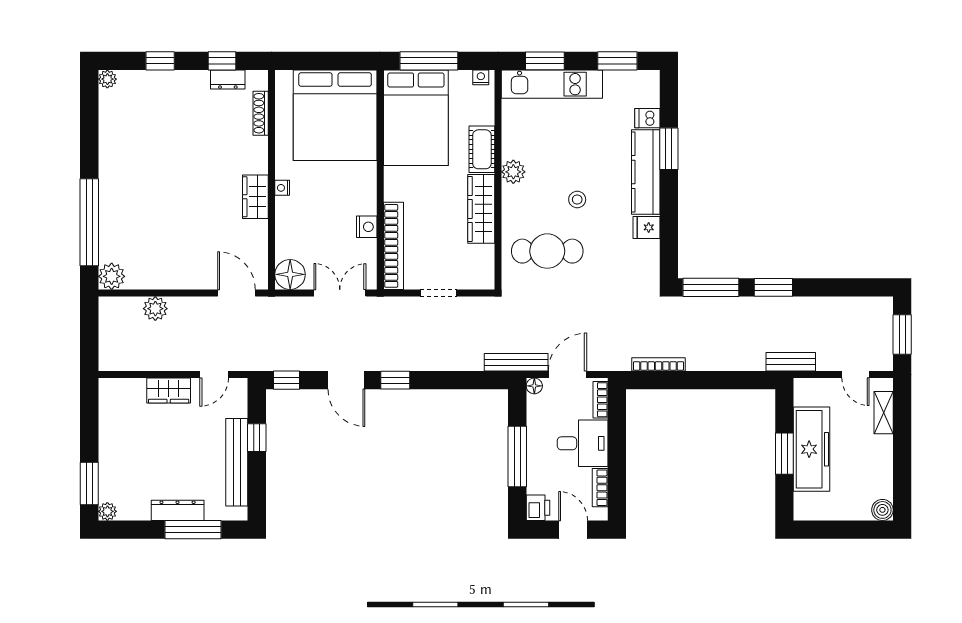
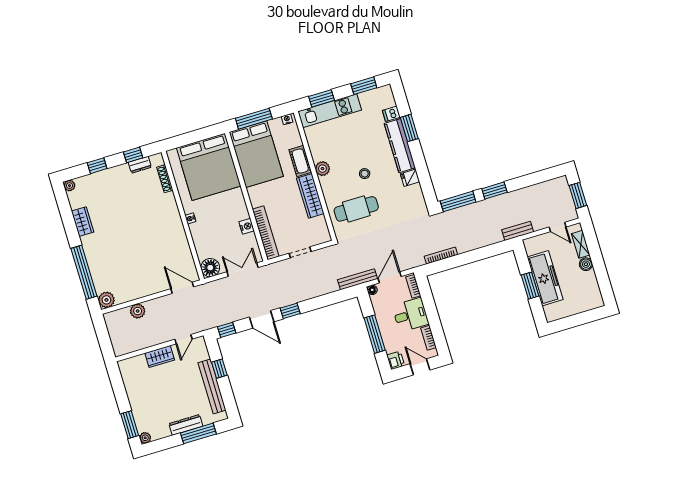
wardrobe: (255, 197) -> (83, 222), moved, turned 180
boiler: (882, 510) -> (586, 264), moved

